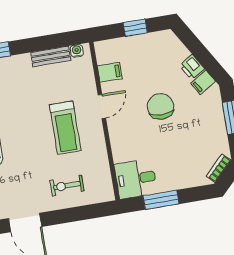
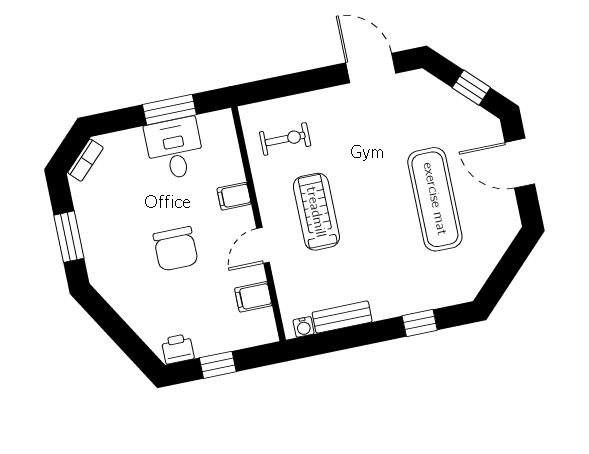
printer: (192, 67) -> (178, 349), moved, turned -59
filing cabinet: (203, 82) -> (234, 196), moved, turned -149
desk: (136, 179) -> (175, 149), moved, turned -90
exercise bike: (67, 186) -> (285, 139), moved

